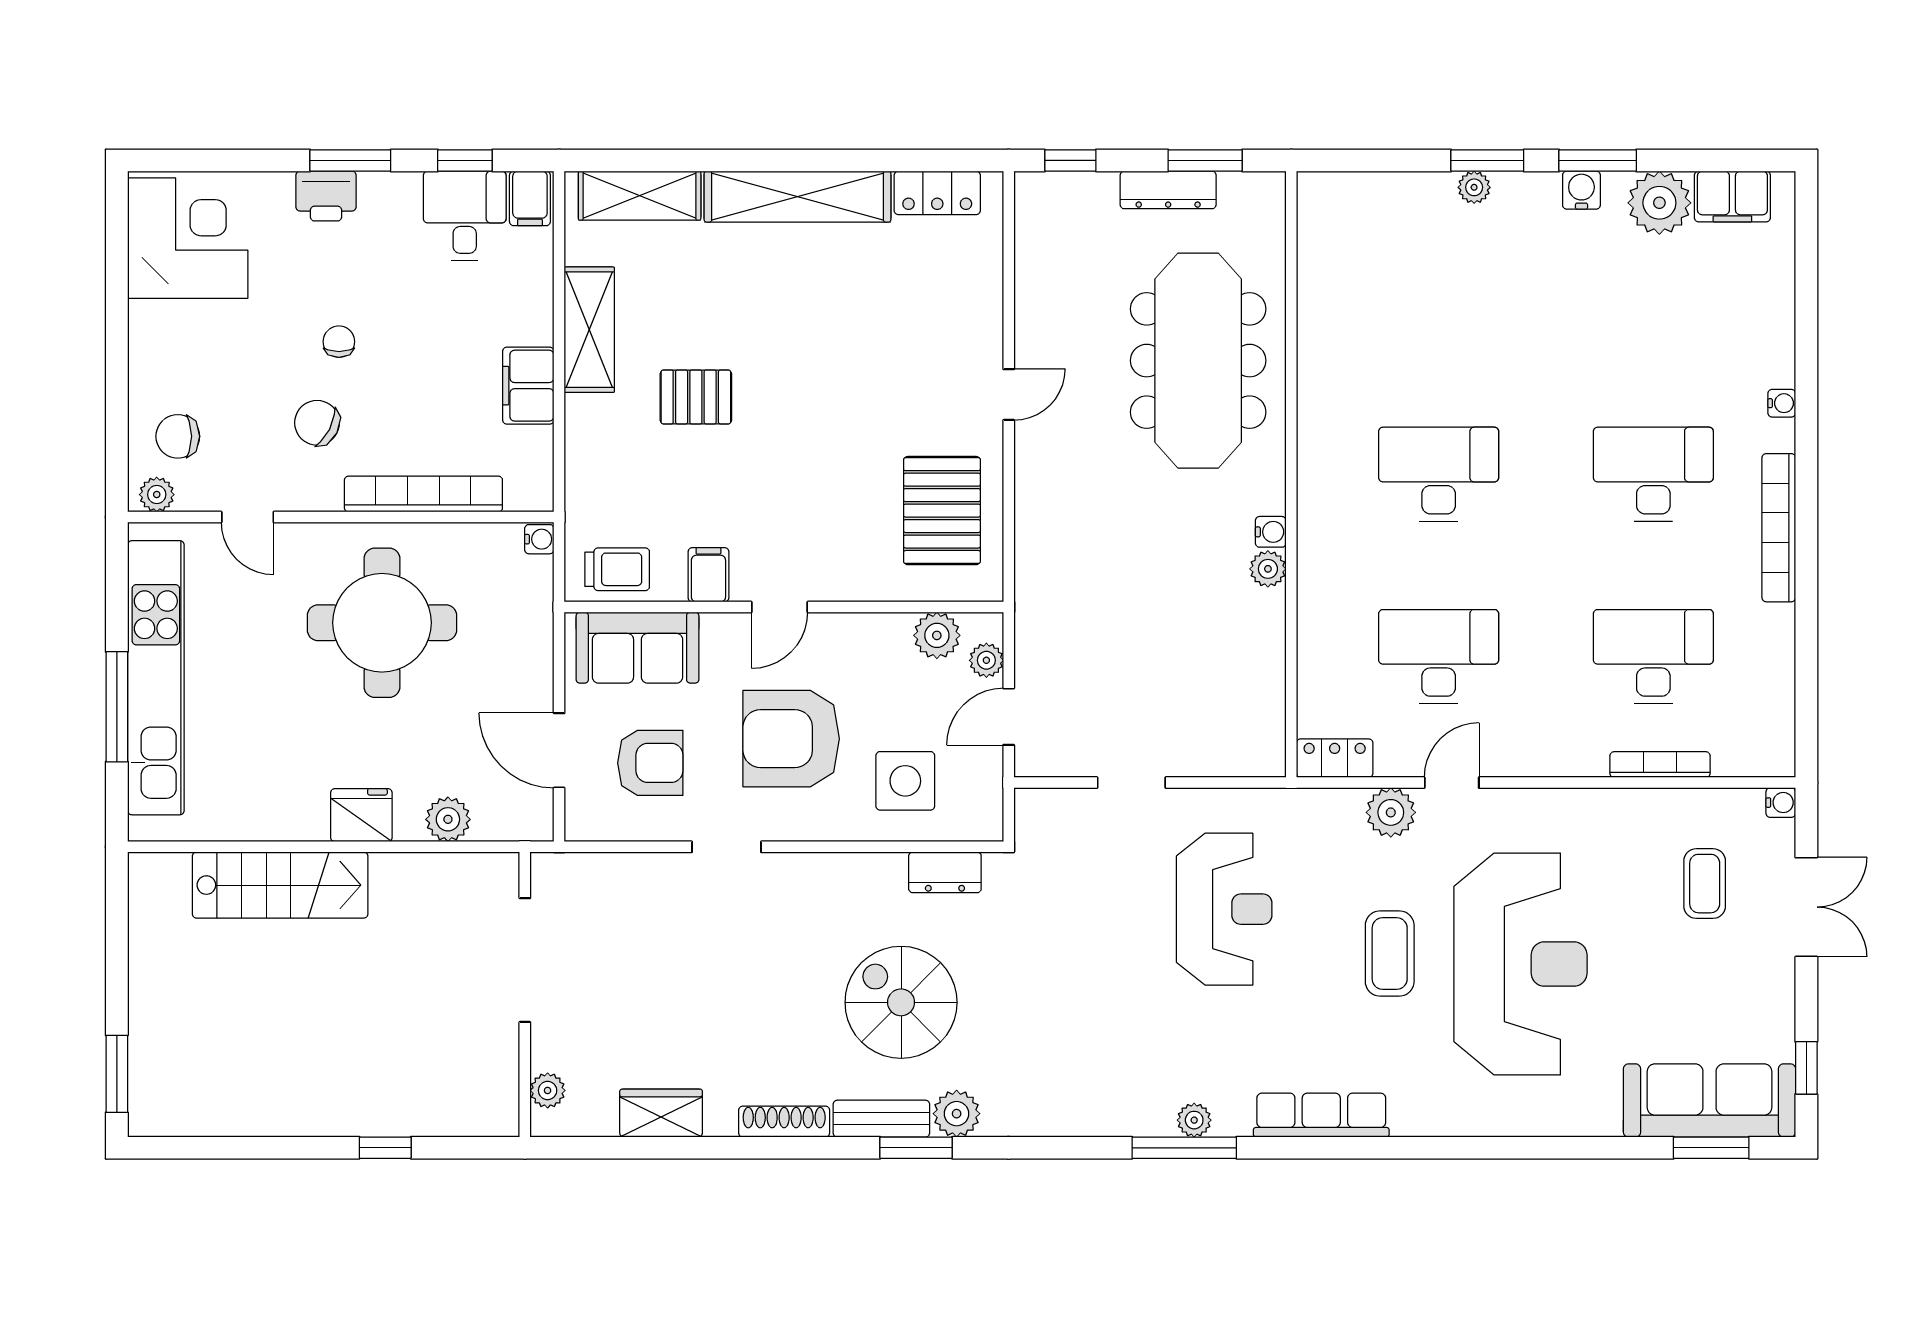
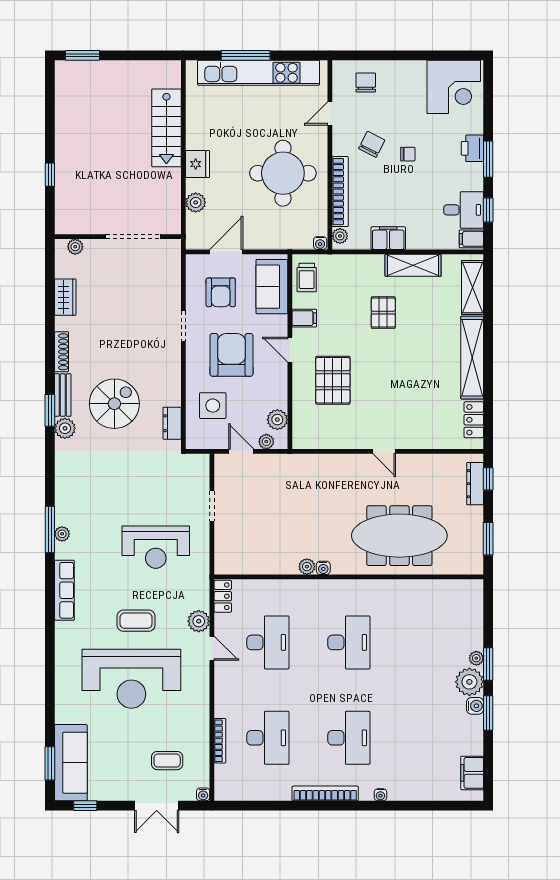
dresser: (1168, 190) -> (475, 484), moved
plant: (1659, 203) -> (469, 682), moved
plant: (157, 495) -> (340, 236), moved
pallet: (942, 511) -> (333, 380), moved, turned 90

